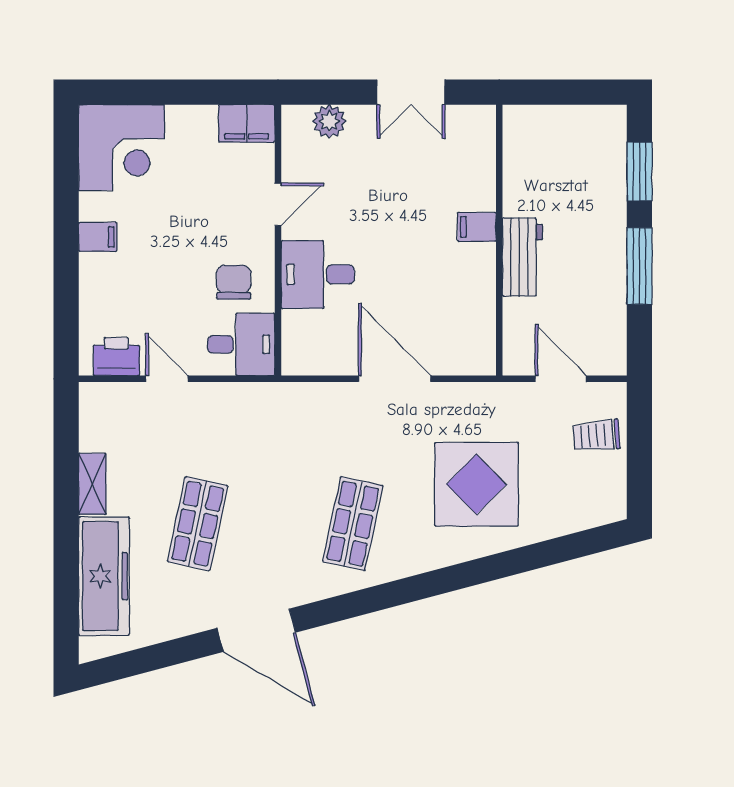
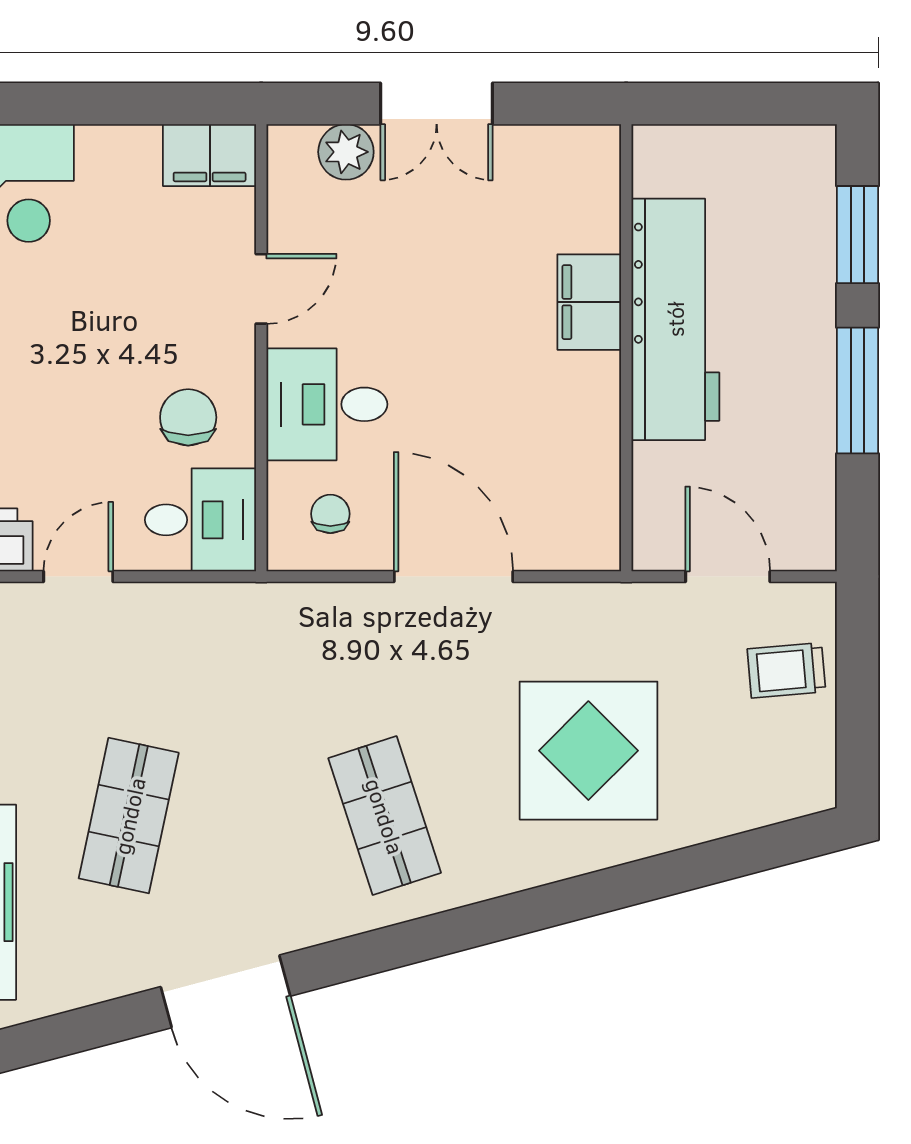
double door: (411, 92) -> (437, 104), moved
filing cabinet: (477, 227) -> (589, 302), width x2.00
workbench: (523, 257) -> (675, 319), width x1.88, depth x1.32
chair: (320, 341) -> (330, 514), added
door: (167, 379) -> (78, 577), hinge flipped
shop shelf: (353, 524) -> (385, 816), turned -30

